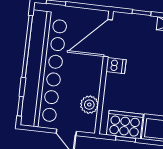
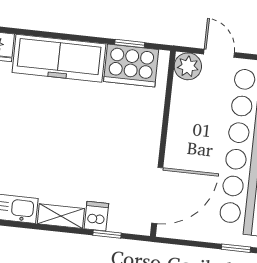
dishwasher: (116, 66) -> (96, 216), moved, turned 90
plant: (89, 105) -> (188, 66), moved

